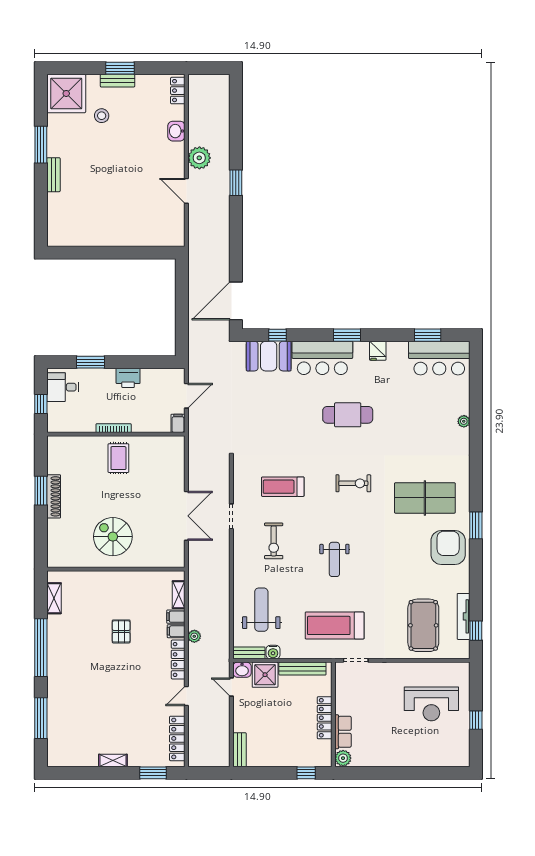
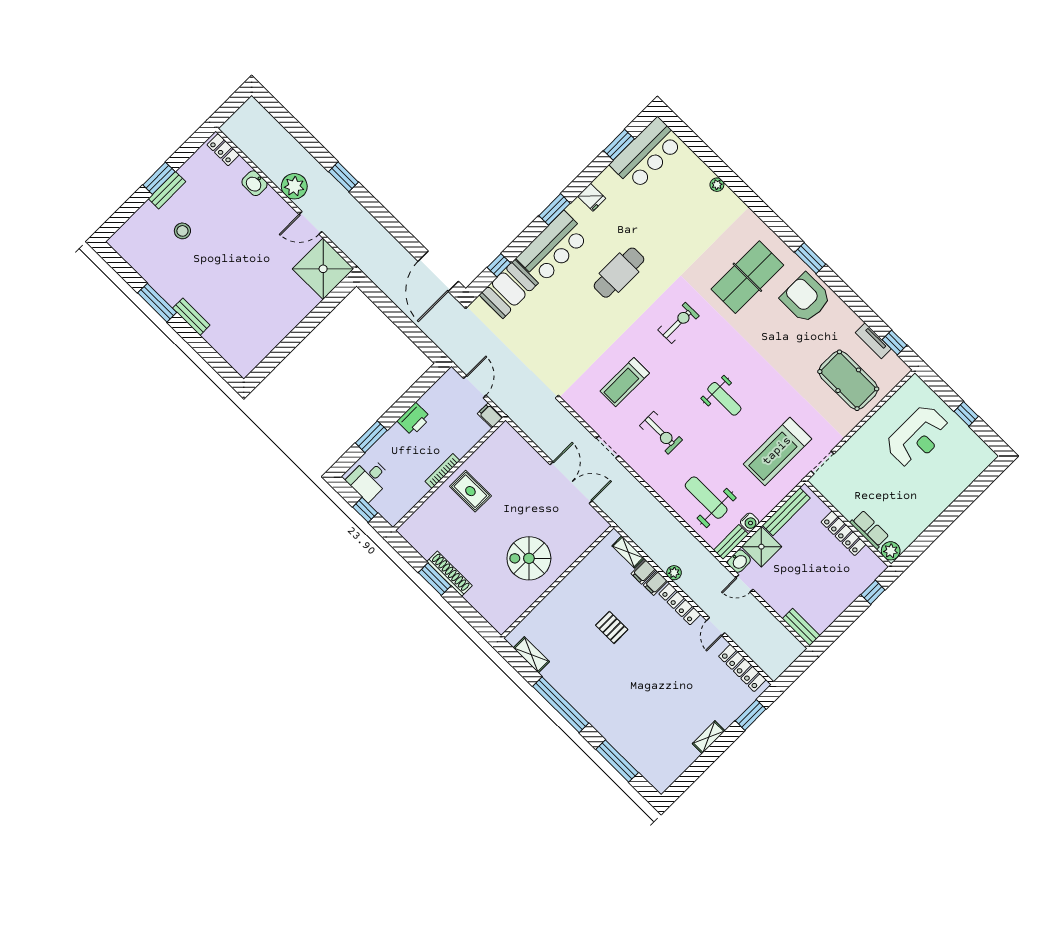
shower: (66, 93) -> (323, 269), moved
tv unit: (464, 616) -> (873, 341), width x0.71

